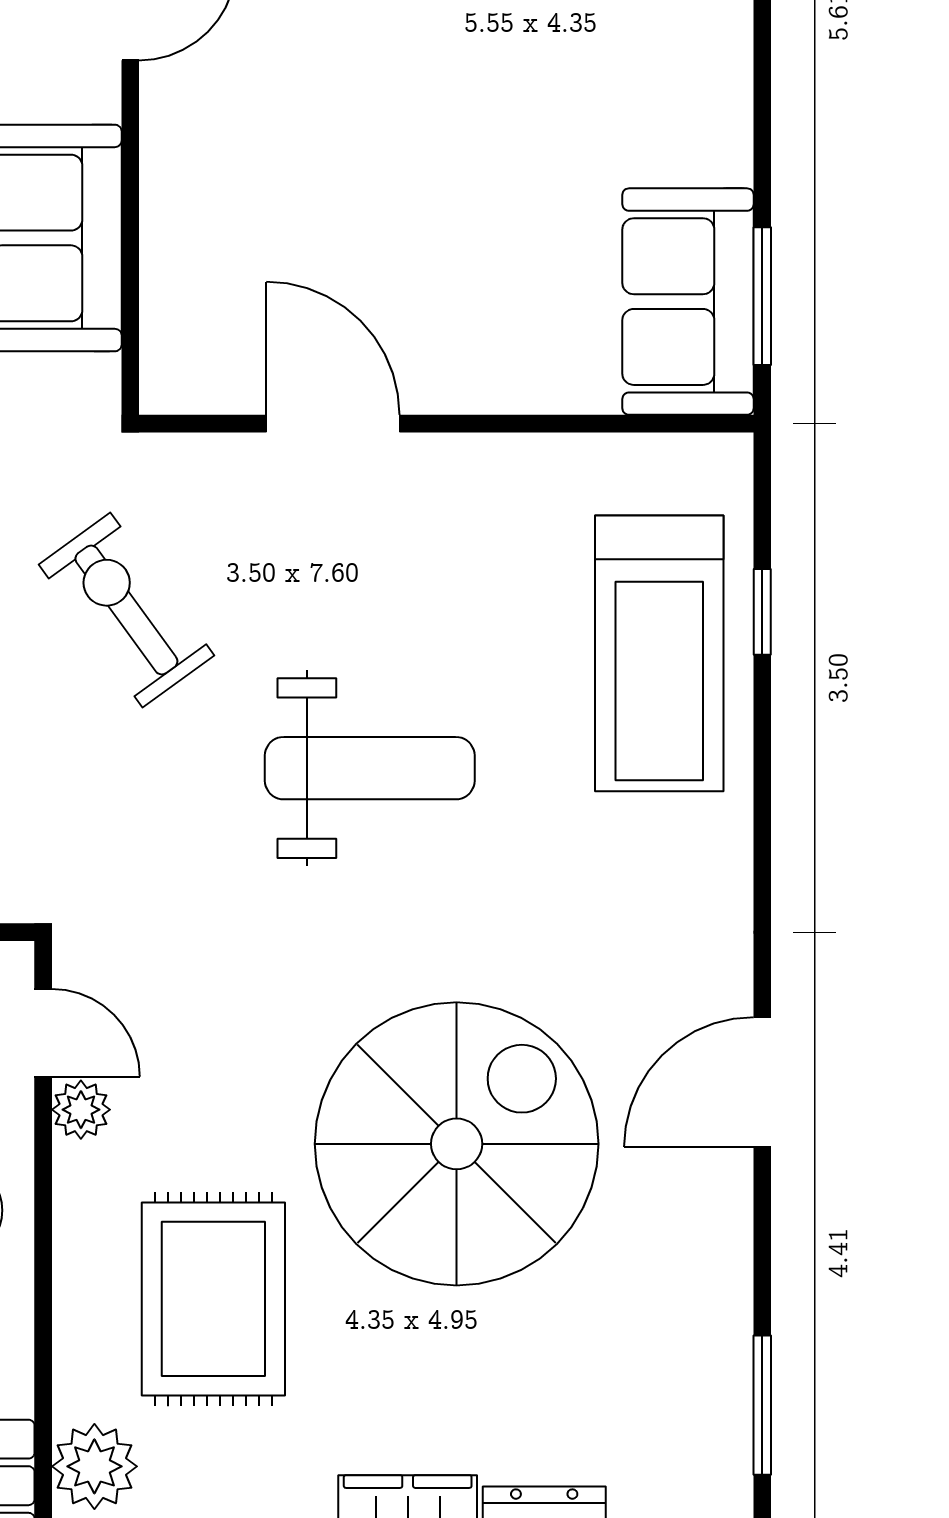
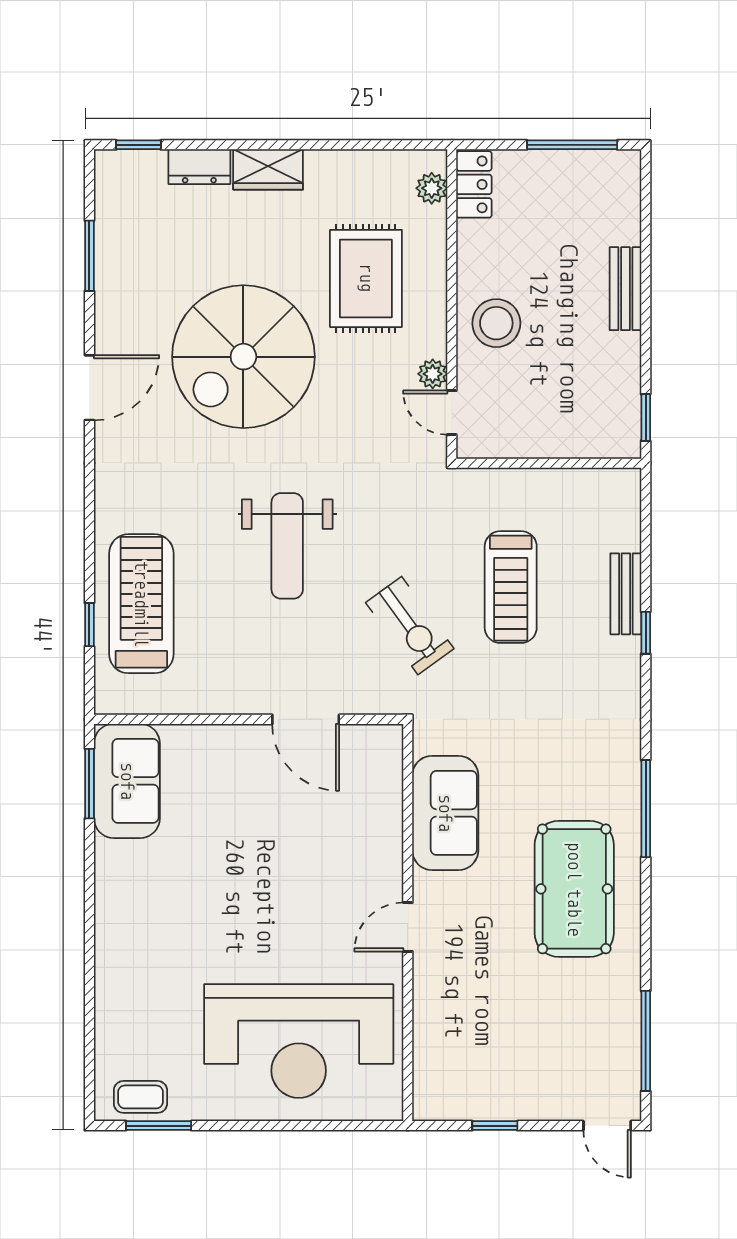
weight bench: (370, 768) -> (287, 546), turned -90
window: (762, 1405) -> (89, 256), moved
plant: (94, 1466) -> (432, 188), width x0.73, depth x0.73

